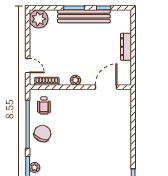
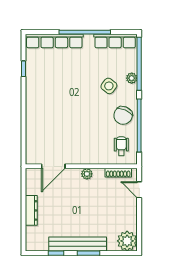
side table: (55, 160) -> (109, 86), added

